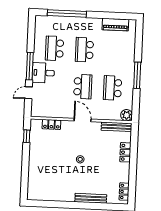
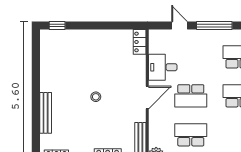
desk: (43, 73) -> (163, 67), moved, turned -90
locker: (51, 124) -> (140, 42), moved
window: (27, 136) -> (57, 25), moved

